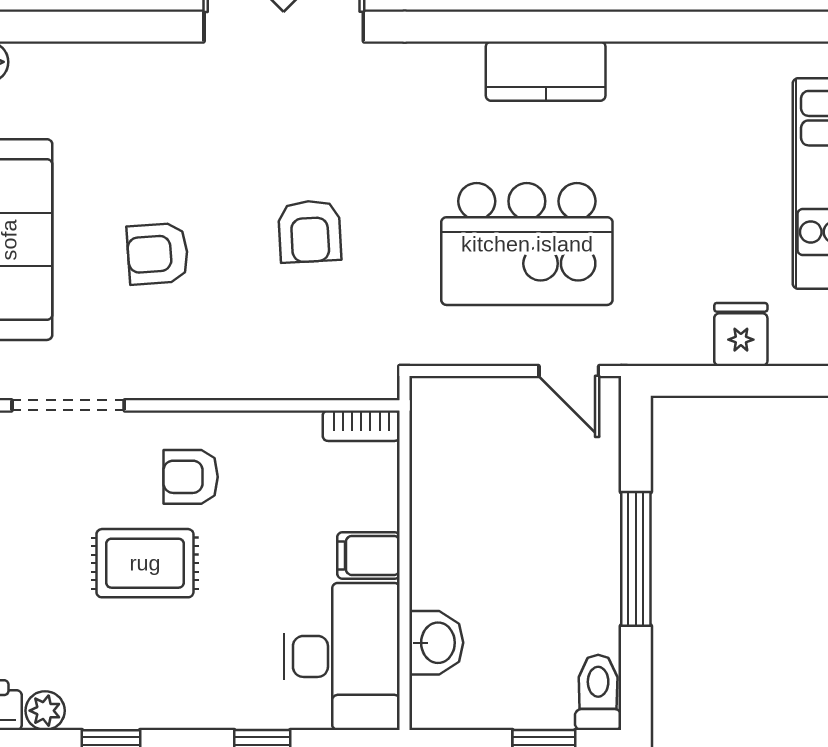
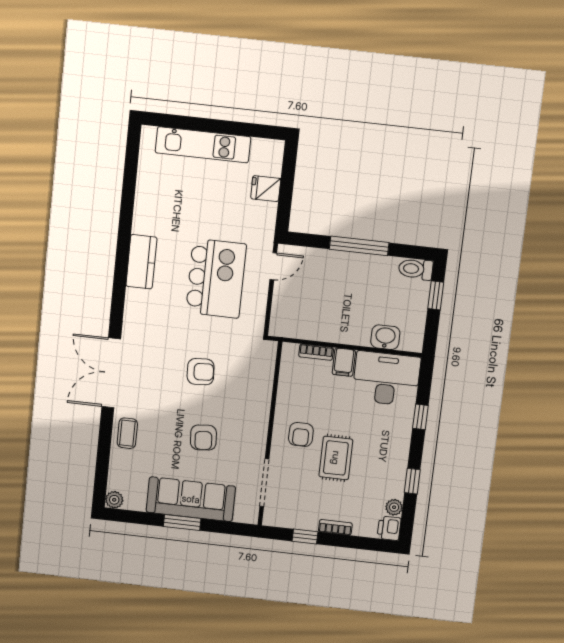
coffee table: (148, 77) -> (127, 433), added
bookcase: (361, 426) -> (316, 352), moved, turned 90

